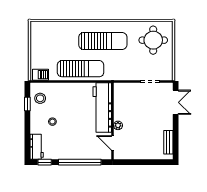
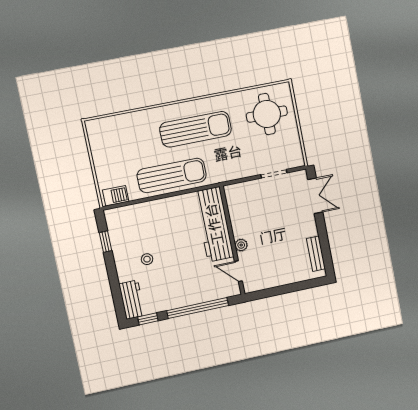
stool: (40, 98) -> (122, 230), removed

